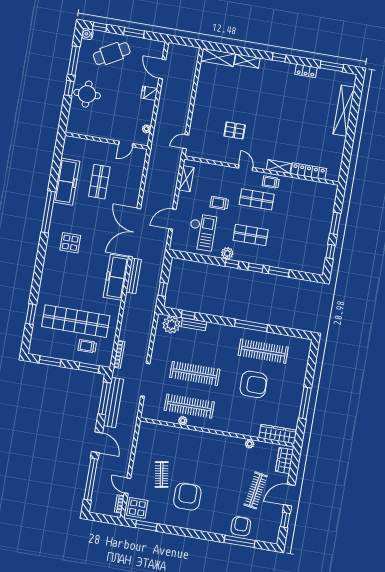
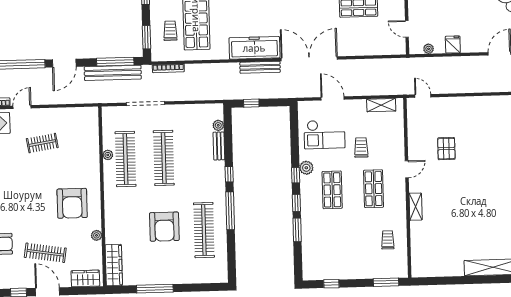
fridge: (149, 93) -> (453, 45), moved
locker: (309, 171) -> (417, 241), removed
trolley: (271, 182) -> (388, 240), moved
window: (335, 223) -> (386, 282), moved
window: (188, 315) -> (229, 174), moved
plant: (171, 325) -> (218, 125), width x0.53, depth x0.53
armchair: (187, 497) -> (72, 203), moved, turned 90

